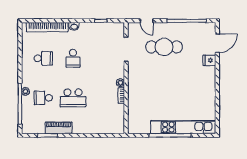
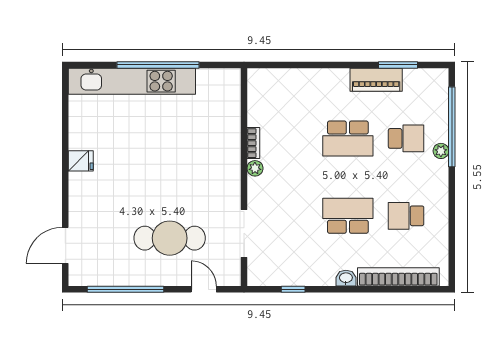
school desk: (73, 58) -> (348, 216), width x1.85
fridge: (209, 60) -> (81, 161), moved
school desk: (73, 98) -> (348, 138), turned 180

